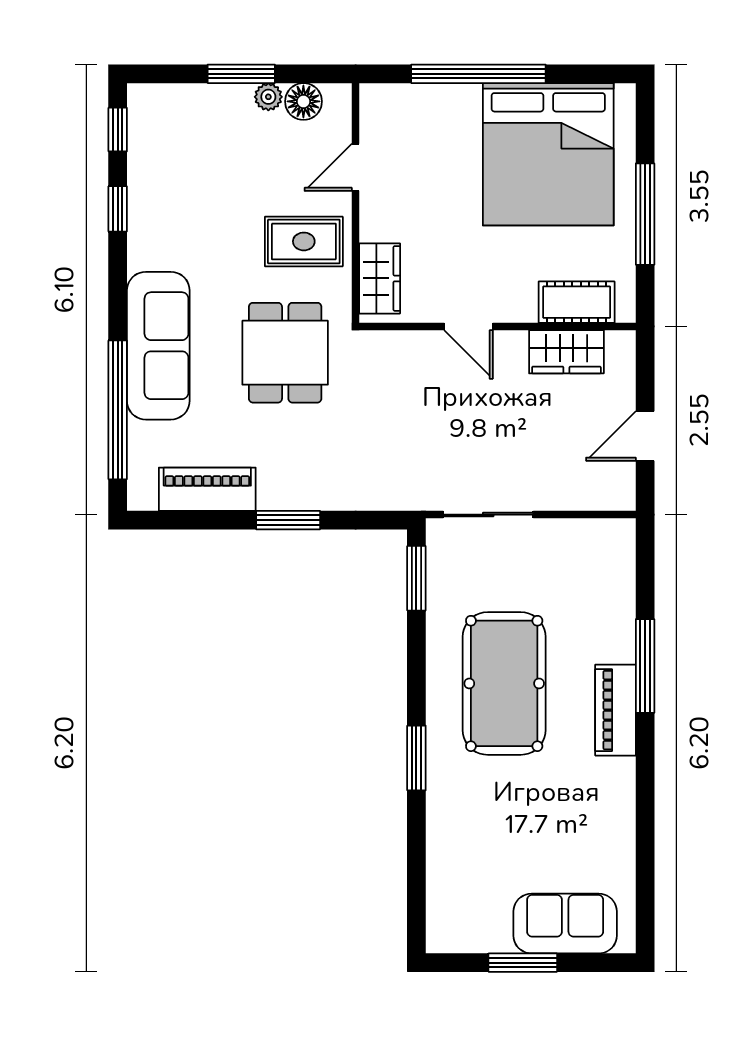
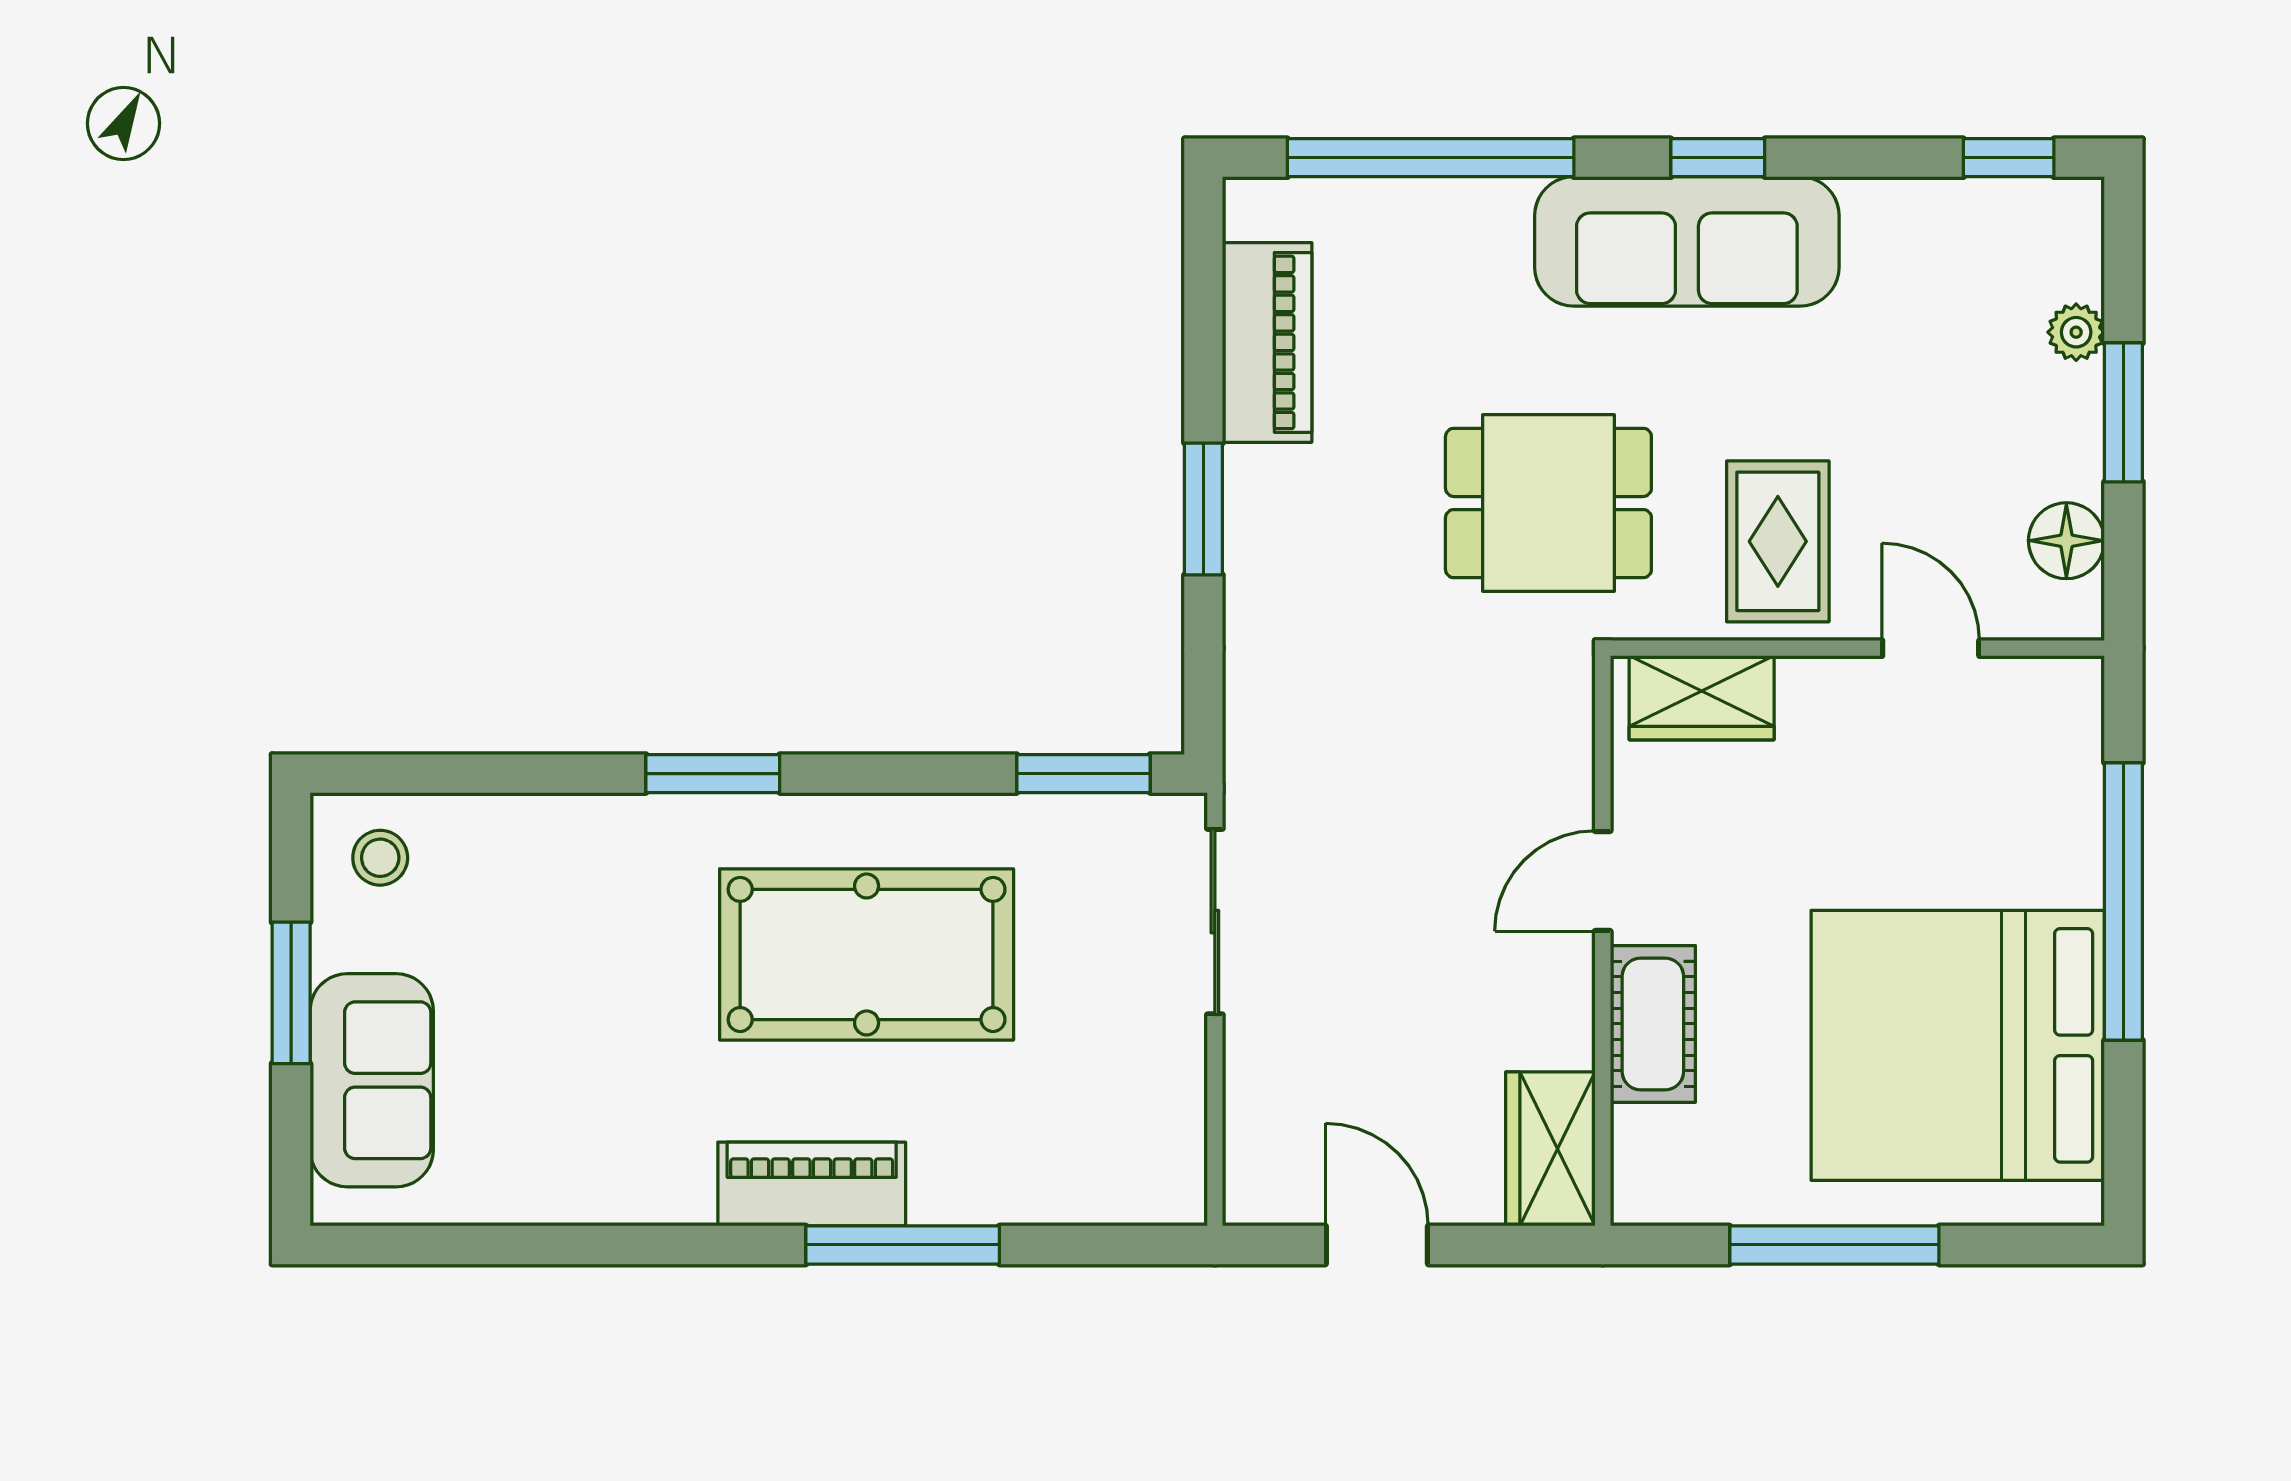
plant: (268, 97) -> (2076, 332), moved
window: (118, 209) -> (1718, 158), moved
cot: (577, 302) -> (1653, 1024), moved
sofa: (158, 346) -> (1687, 241), moved
wardrobe: (566, 352) -> (1550, 1149), moved
stool: (457, 919) -> (380, 858), added

